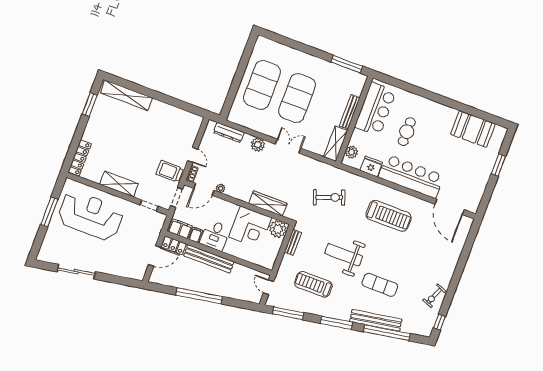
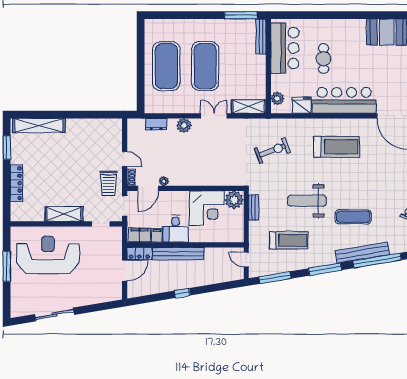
bench: (350, 112) -> (261, 36), moved
dresser: (229, 132) -> (156, 124), width x0.70
shelving: (336, 144) -> (249, 106), moved, turned 90
locker: (80, 158) -> (16, 183), moved
trolley: (170, 171) -> (108, 183), turned -90
wardrobe: (268, 203) -> (215, 179), removed
treadmill: (313, 284) -> (289, 240), turned 180
window: (199, 296) -> (182, 293), width x0.32

